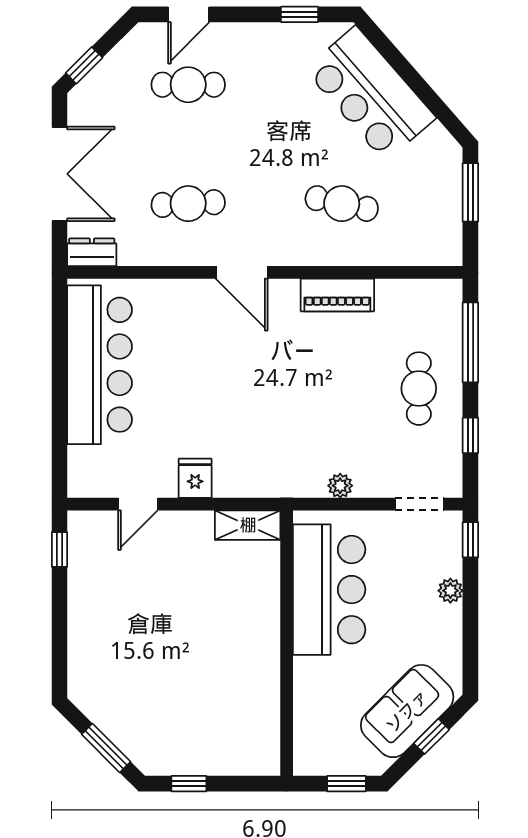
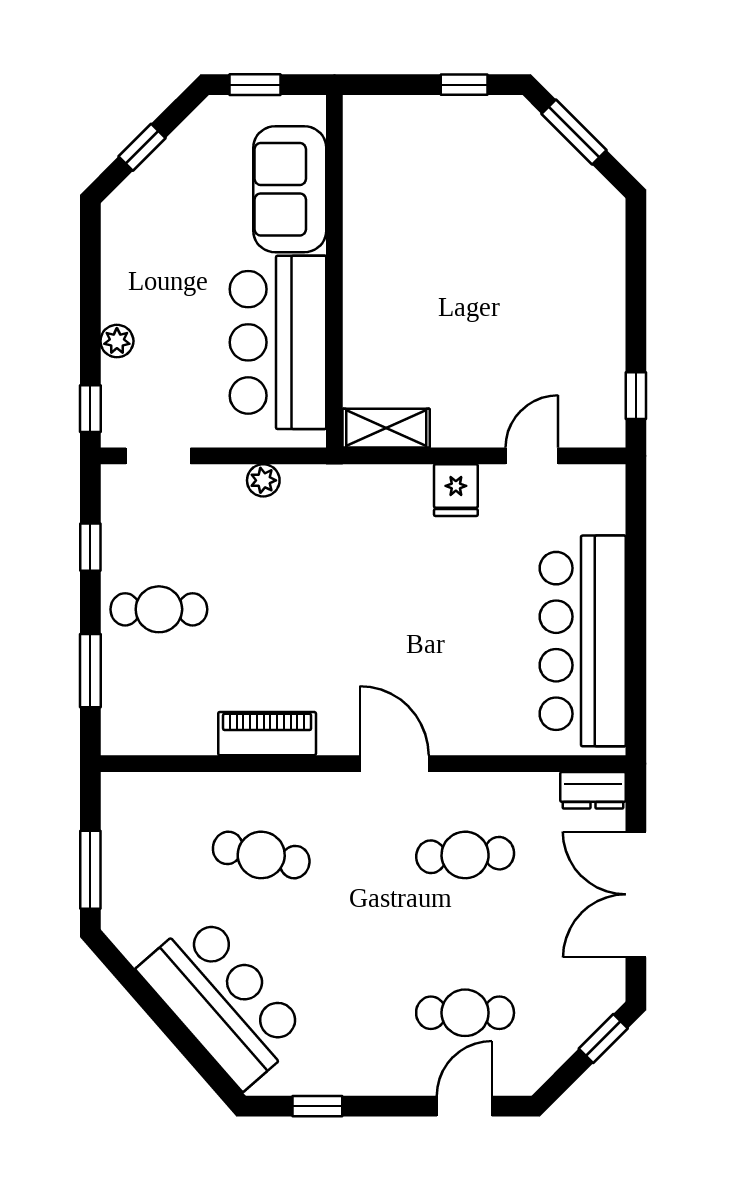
window: (470, 342) -> (90, 671), width x0.69
cafe table: (419, 389) -> (159, 609), turned 90
sofa: (407, 711) -> (290, 189), moved, turned 135

